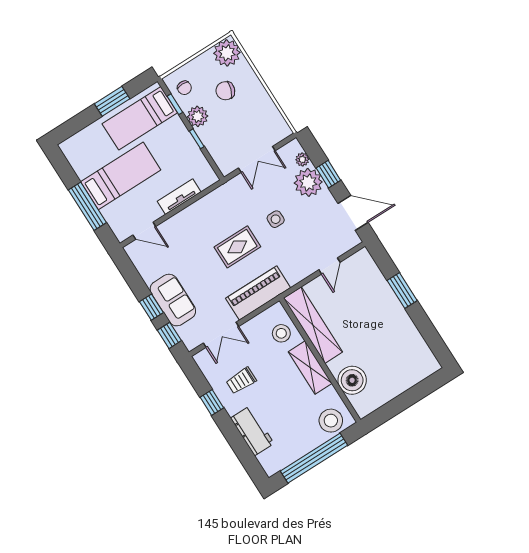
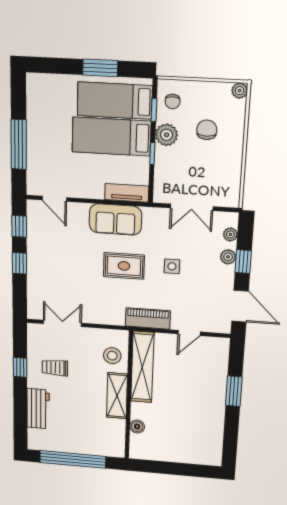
plant: (227, 53) -> (240, 91), width x0.53, depth x0.53
chair: (225, 91) -> (207, 130), turned 71
bed: (121, 176) -> (111, 137), moved, turned 180
plant: (308, 182) -> (228, 257), width x0.53, depth x0.53
tv unit: (179, 197) -> (127, 193), moved
piano: (258, 293) -> (148, 318), moved, width x0.73, depth x0.75
sofa: (173, 300) -> (115, 219), moved, turned 90
window: (169, 335) -> (19, 226), moved
double door: (221, 335) -> (62, 323), swing flipped
boiler: (352, 380) -> (137, 427), width x0.54, depth x0.54
stool: (331, 421) -> (105, 443), removed

